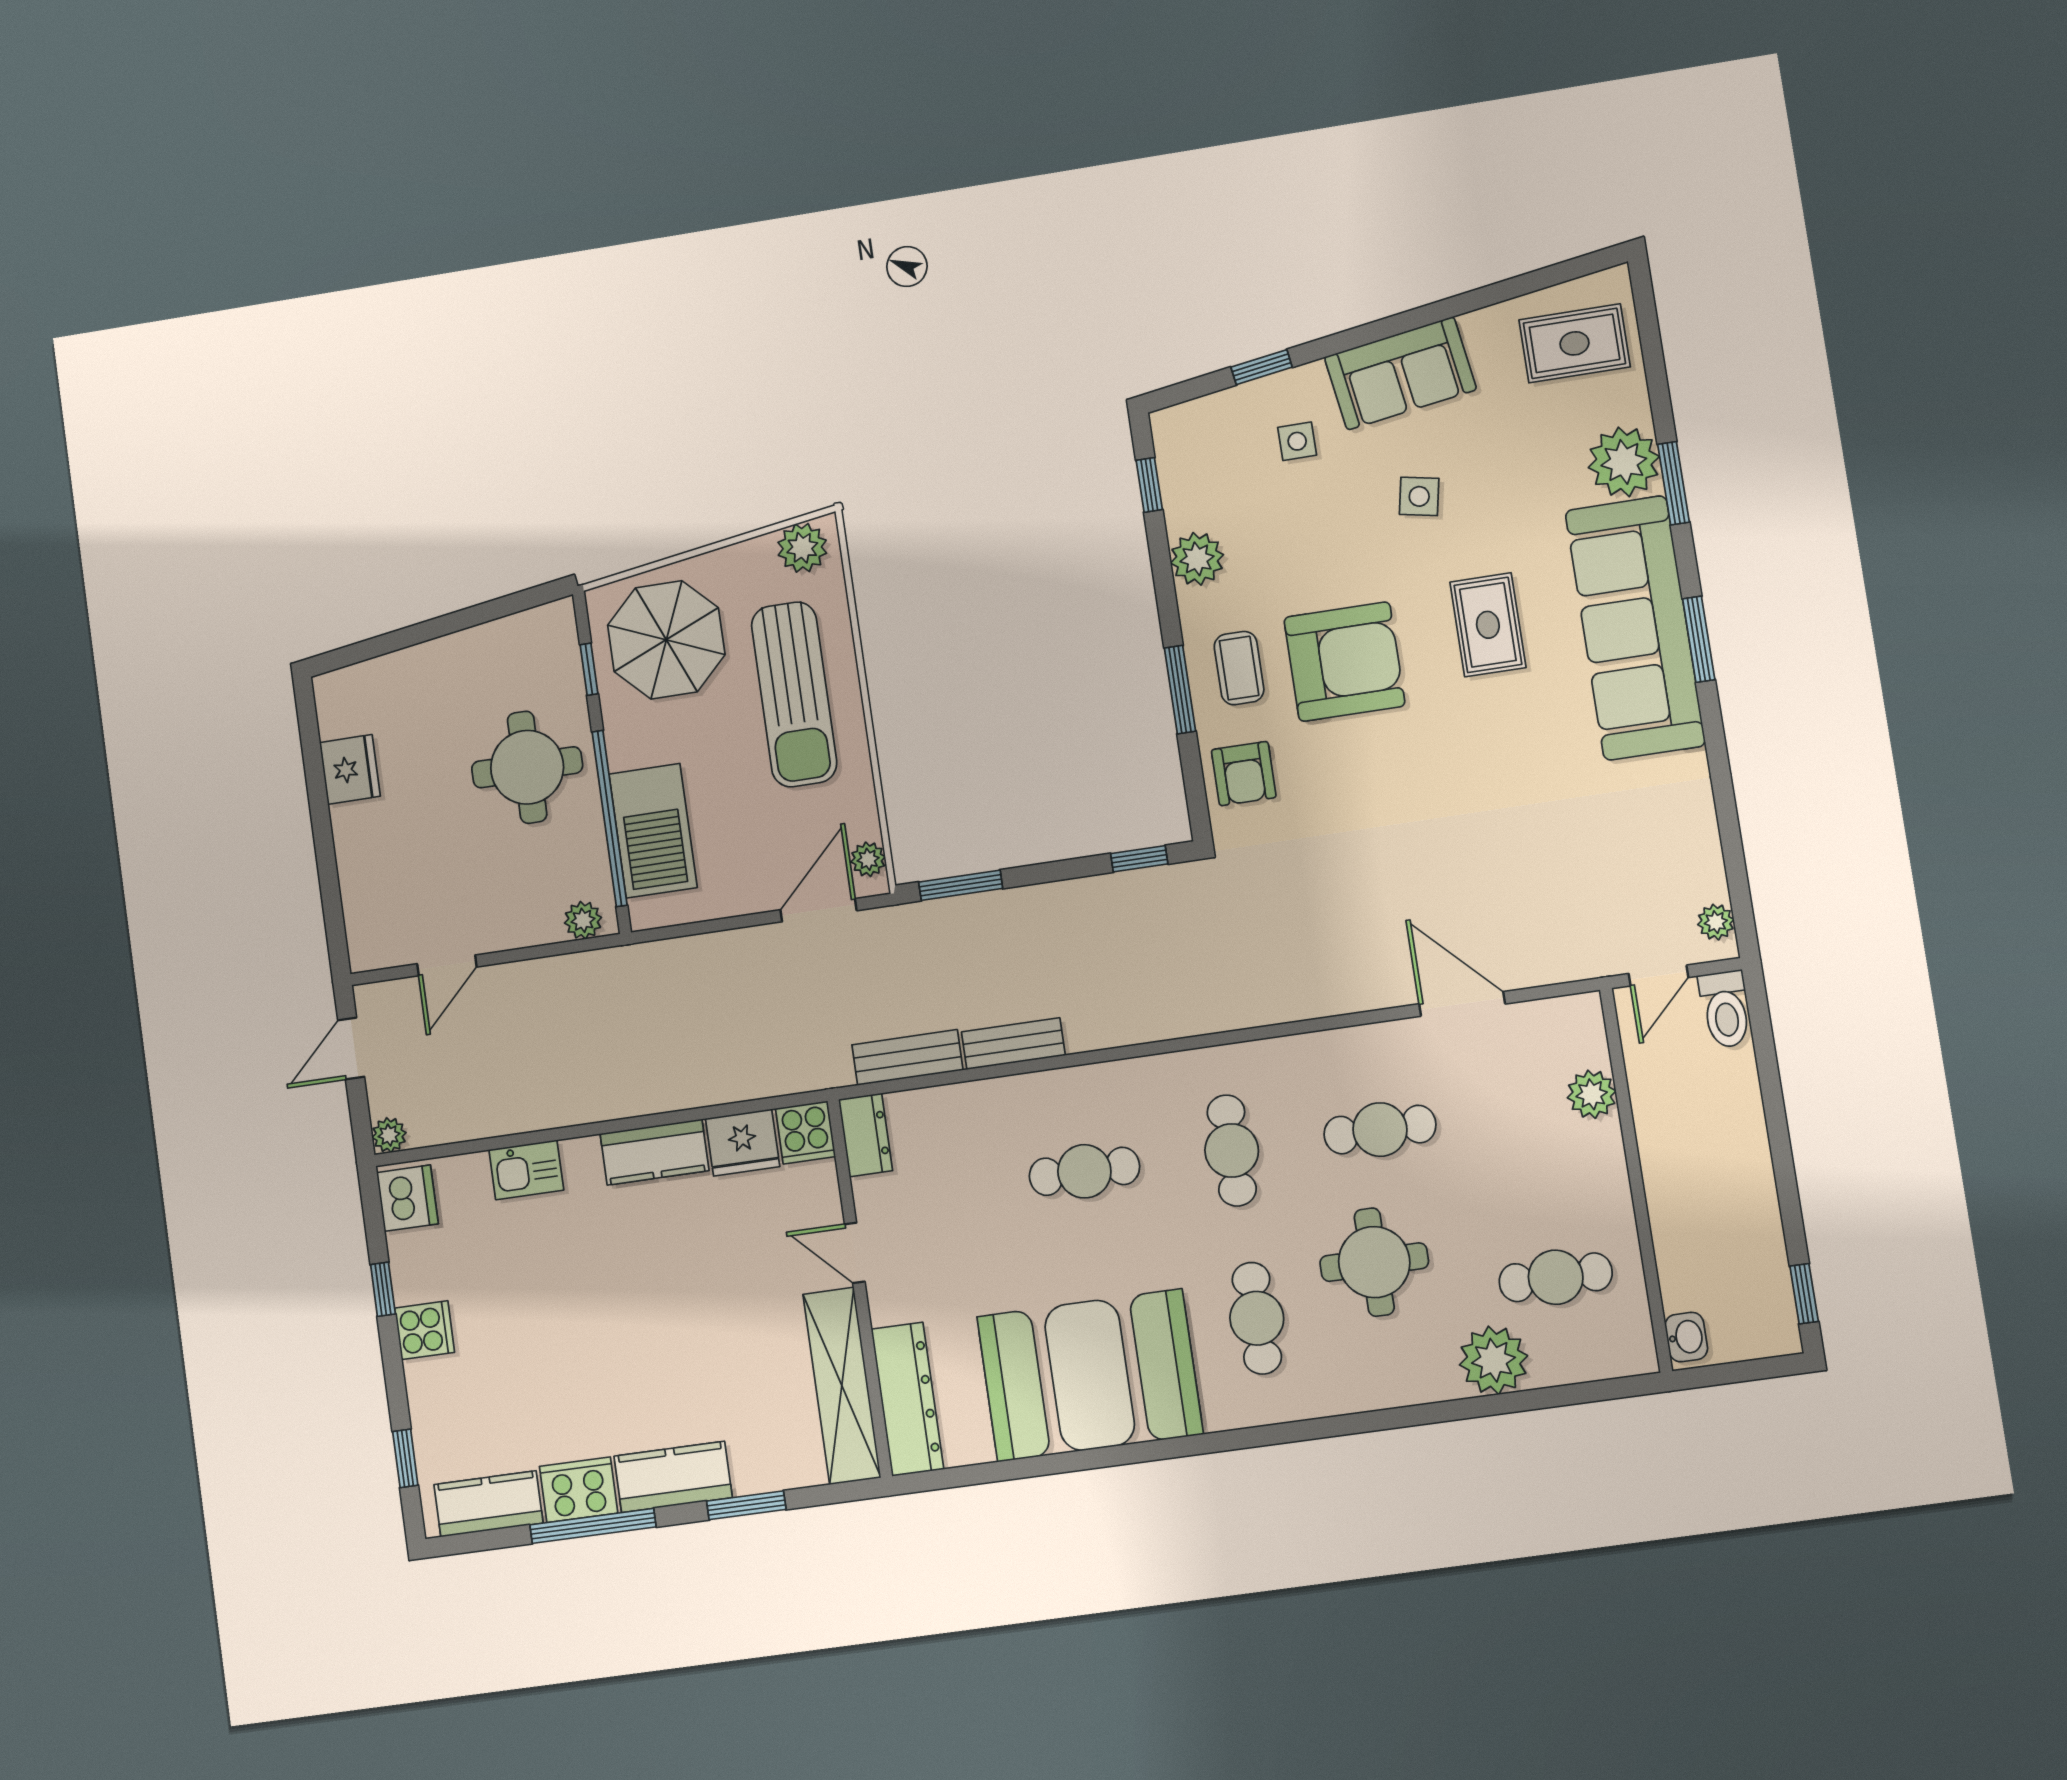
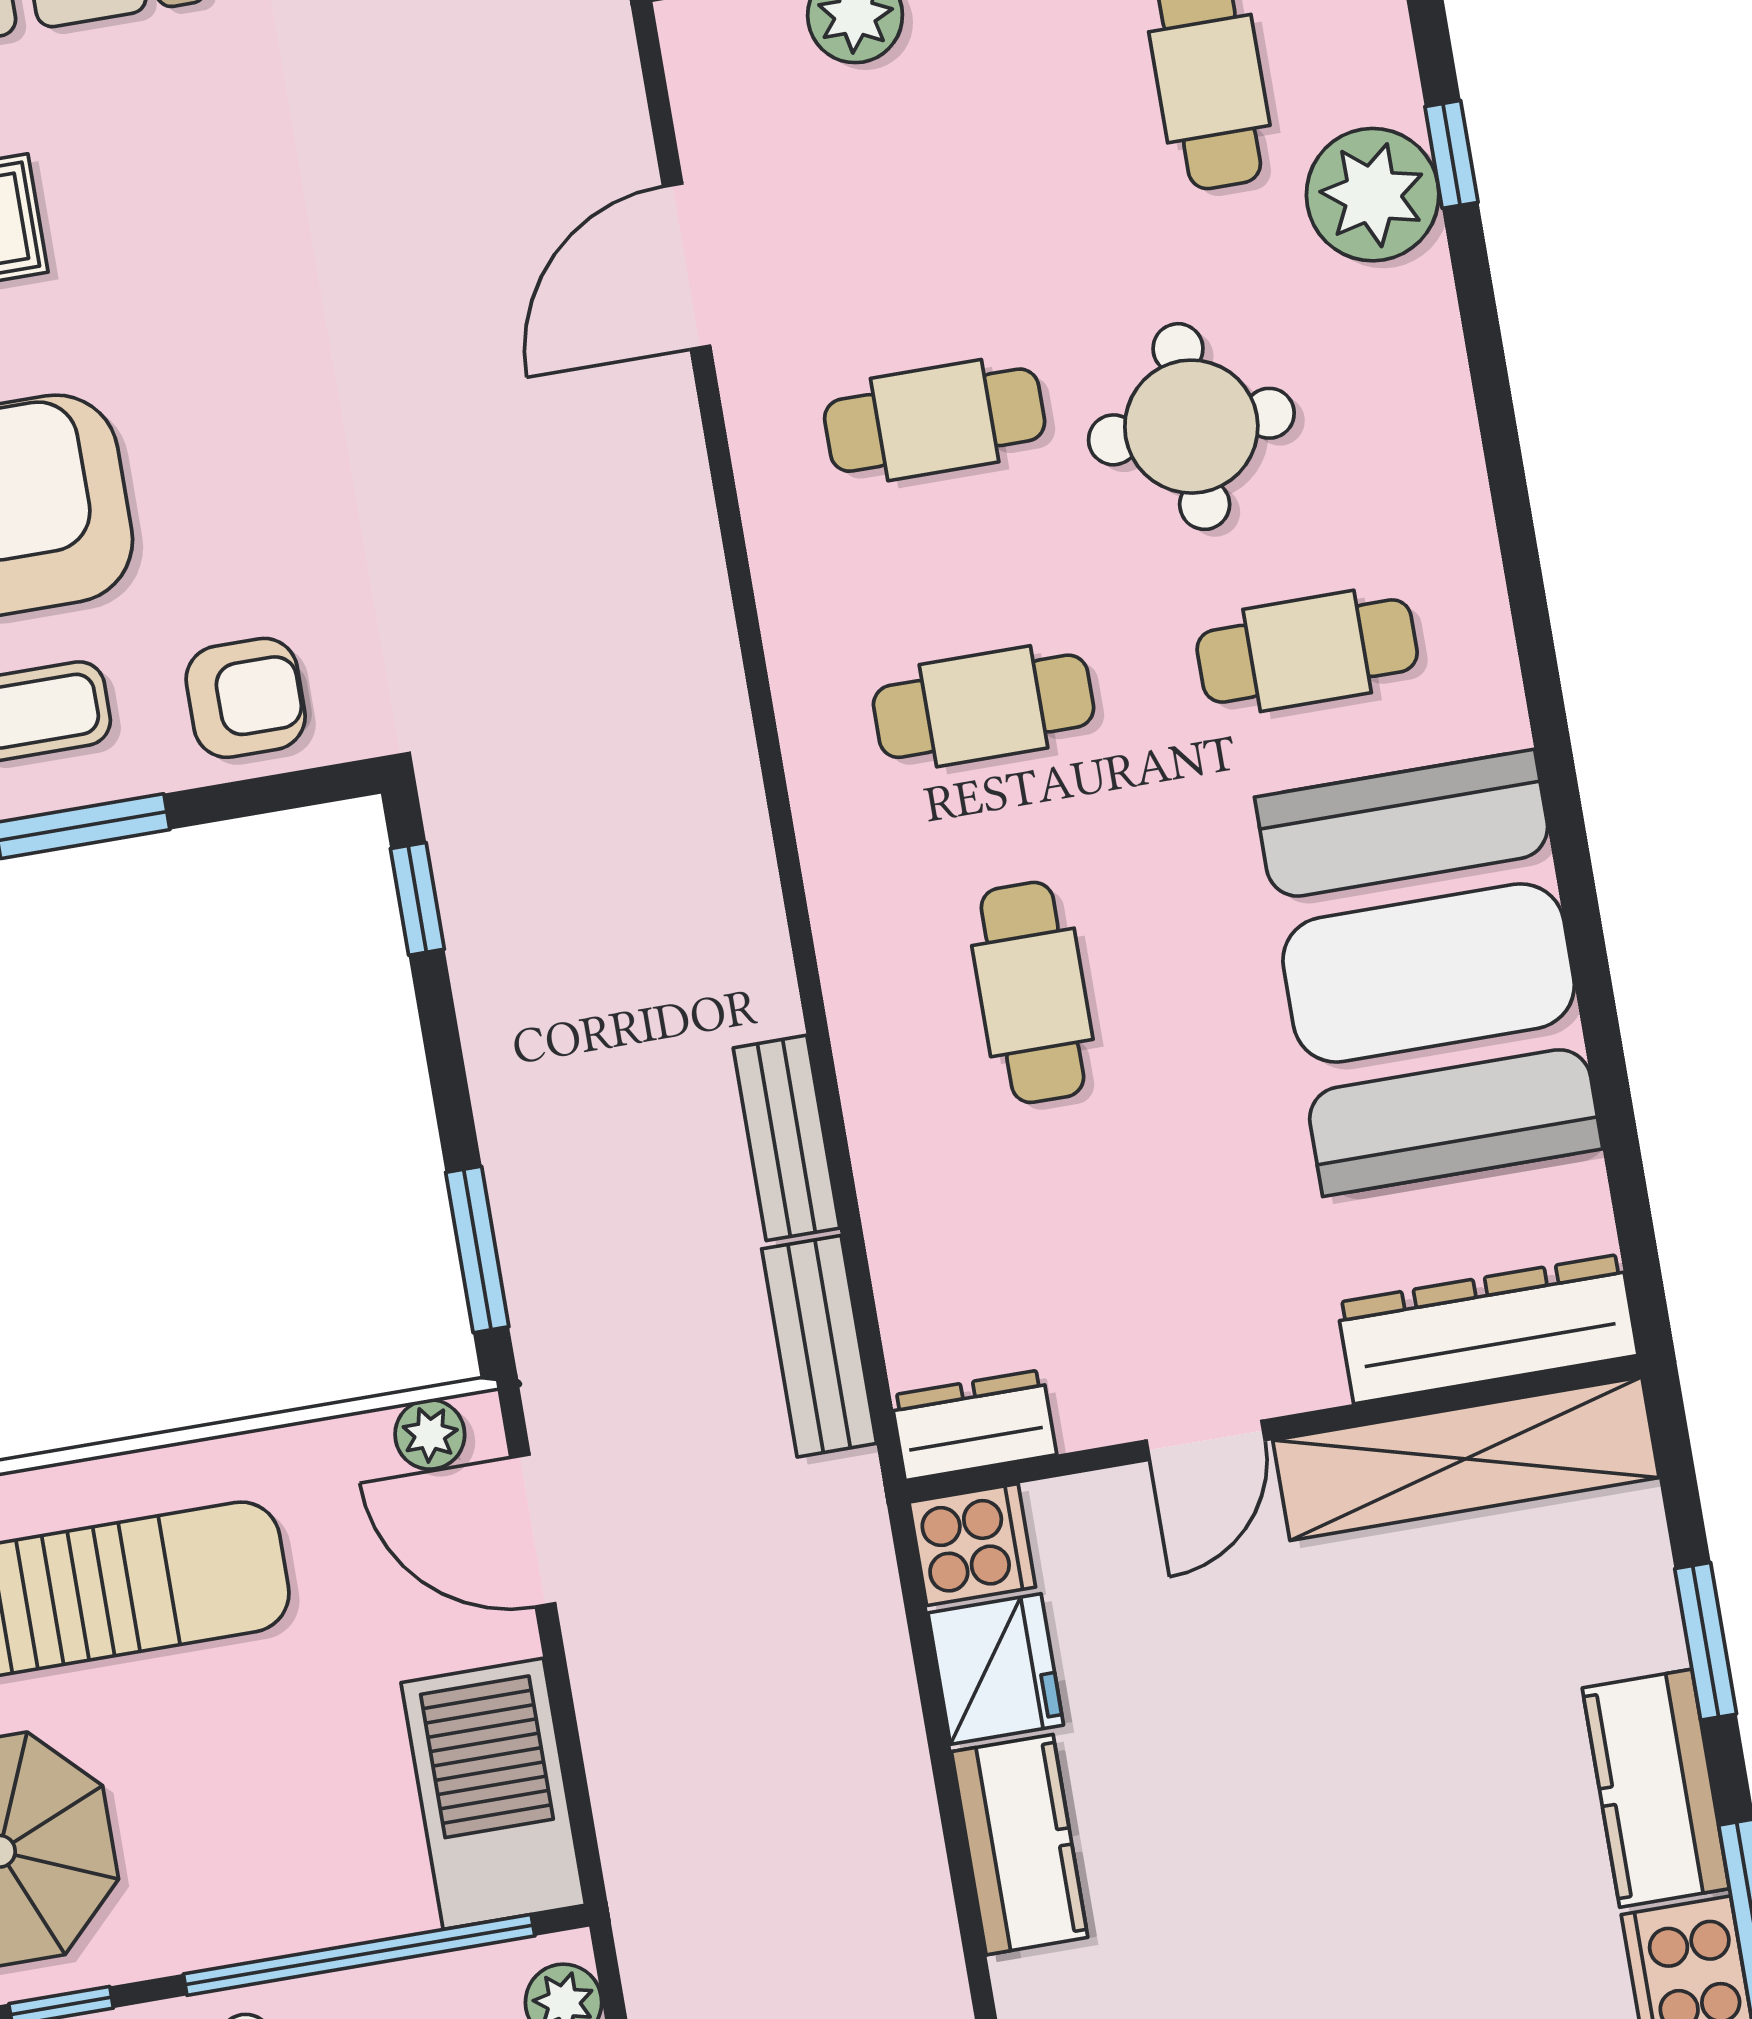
barbecue: (653, 831) -> (493, 1794), moved, turned -90
cafe table: (1380, 1130) -> (935, 420), turned 90
window: (1514, 1402) -> (1451, 154), added

